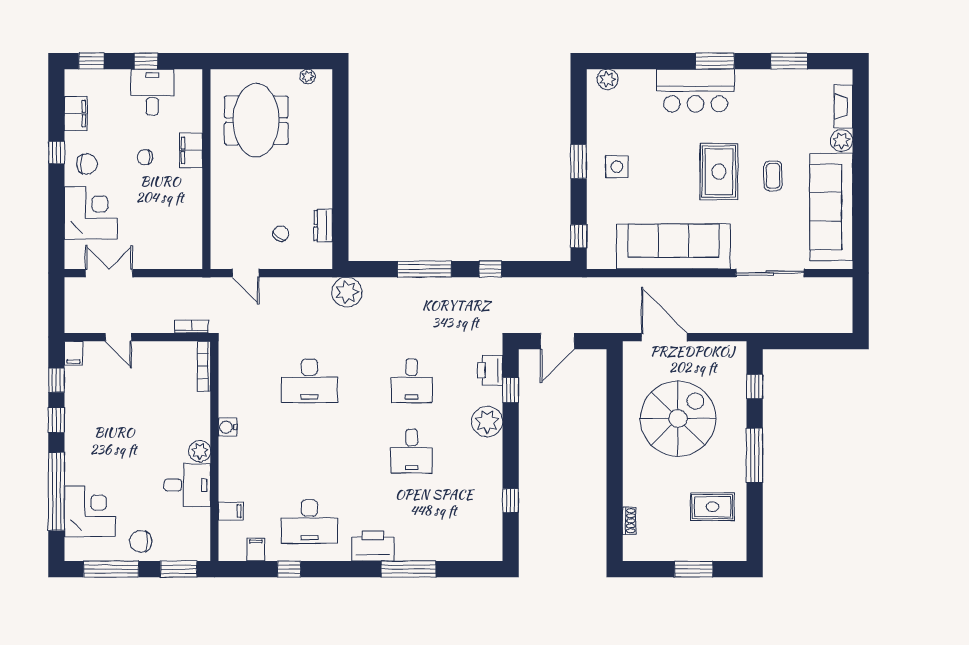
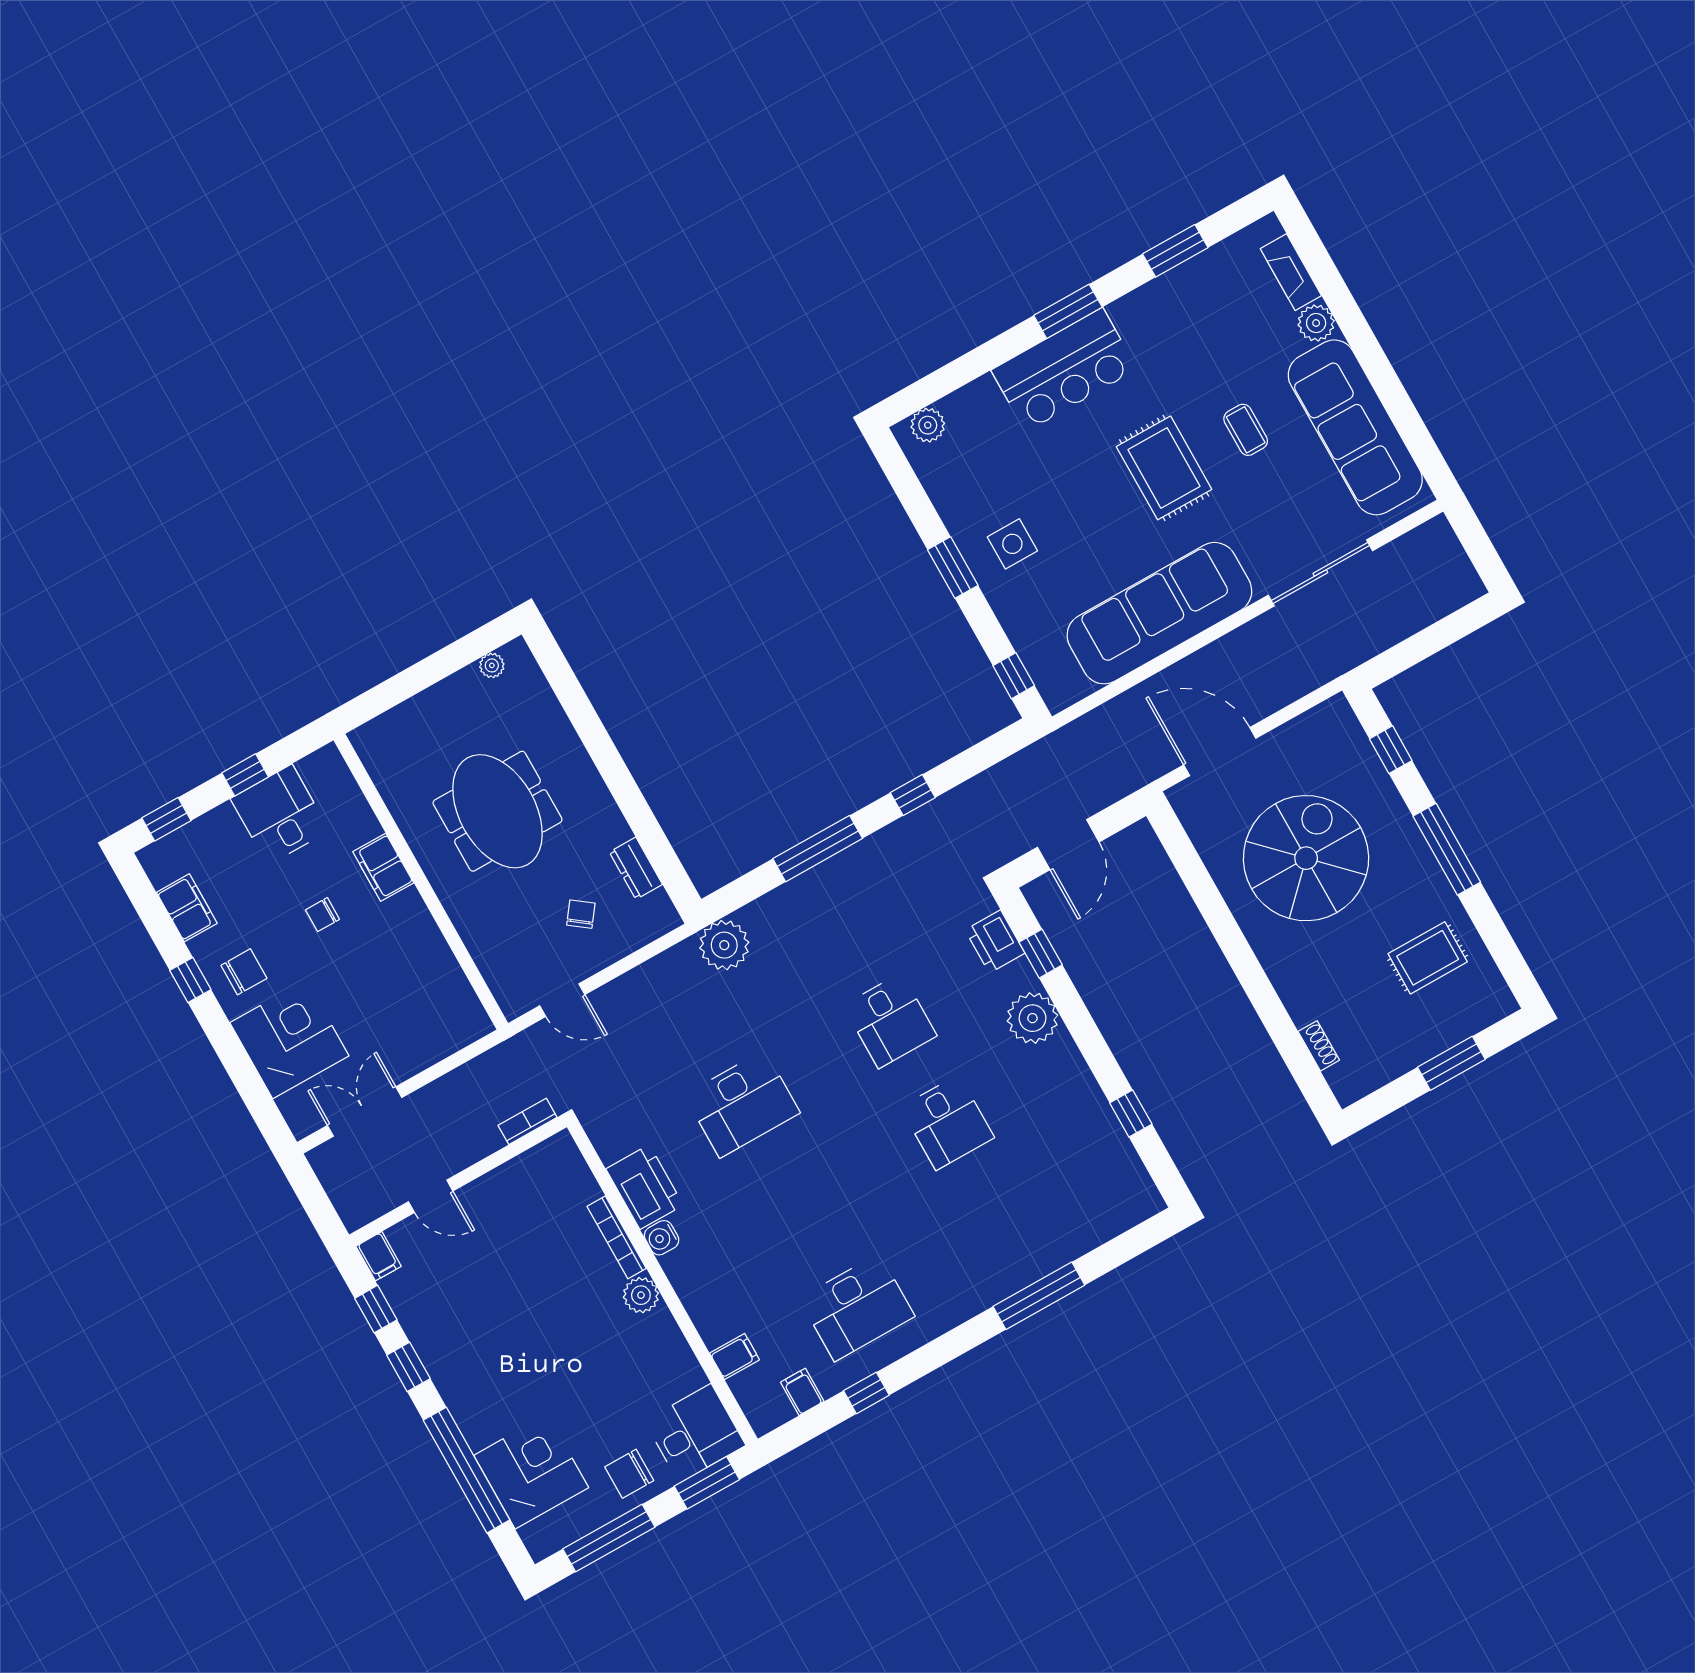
meeting table: (256, 120) -> (497, 811), moved
bookcase: (204, 366) -> (617, 1237), moved
desk: (187, 485) -> (695, 1433), moved
printer: (373, 546) -> (645, 1187), moved, turned 90

